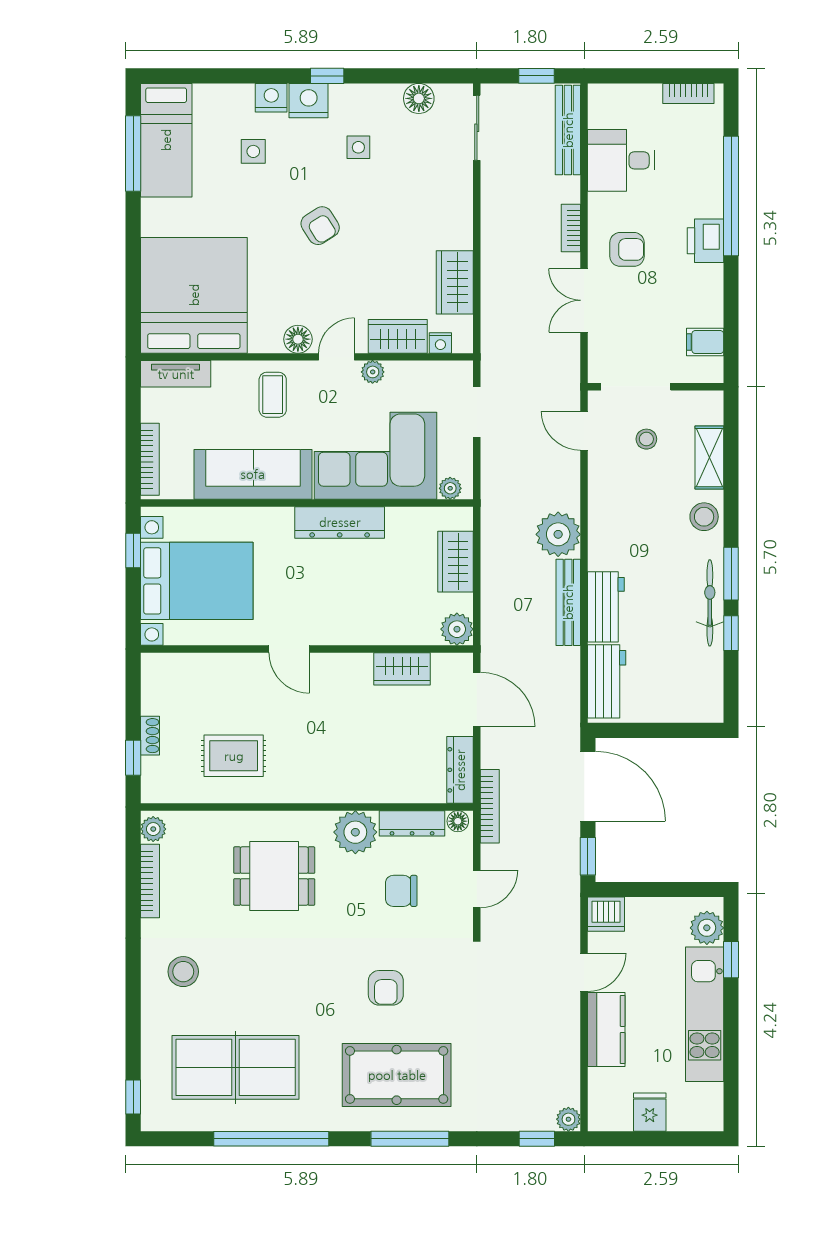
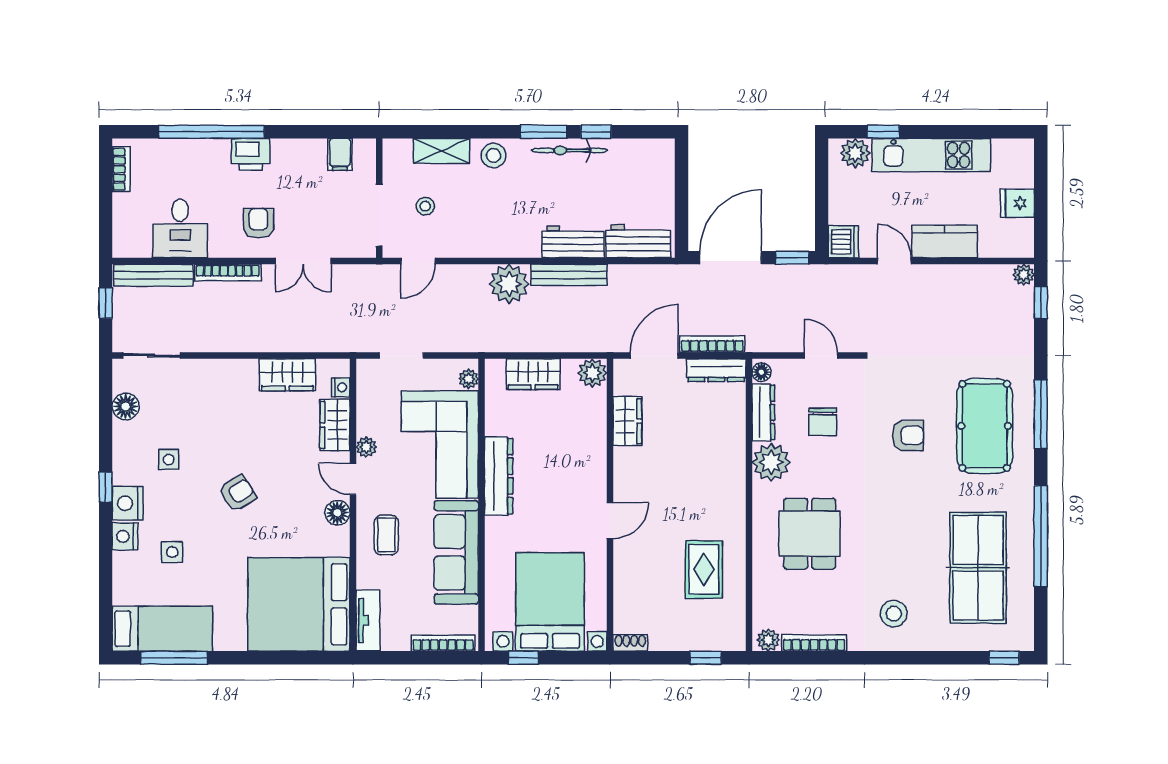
bookcase: (571, 228) -> (228, 273), width x1.56
coffee table: (273, 395) -> (386, 535), turned 90
shoe rack: (150, 736) -> (630, 643), moved
bookcase: (490, 806) -> (712, 344), moved

